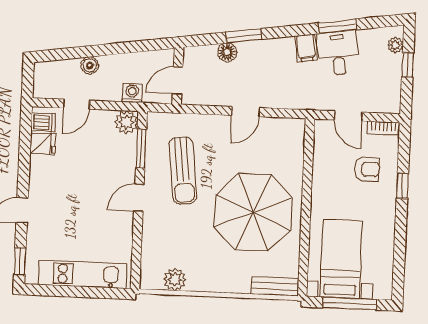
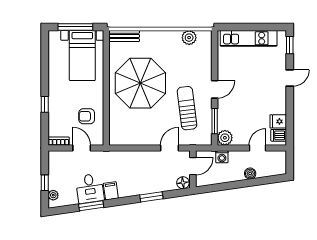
floor lamp: (227, 52) -> (183, 183), moved
door: (246, 112) -> (169, 148), moved
armchair: (367, 169) -> (87, 116), moved

